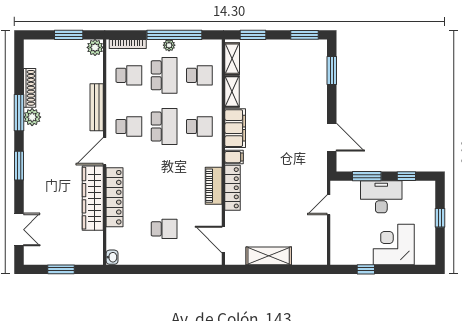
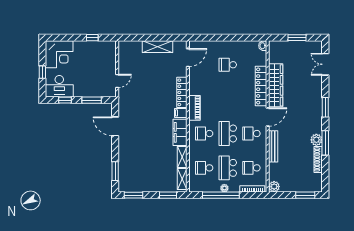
window: (69, 35) -> (305, 195), moved
piano: (214, 186) -> (194, 108), moved
desk: (381, 197) -> (59, 86), moved
door: (223, 239) -> (188, 58), hinge flipped
corner desk: (394, 244) -> (59, 54), moved

